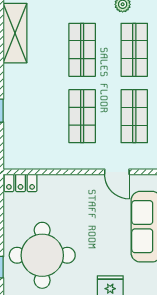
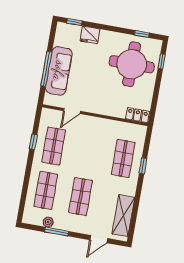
shop shelf: (82, 116) -> (123, 158), moved
door: (117, 172) -> (72, 111), swing flipped

